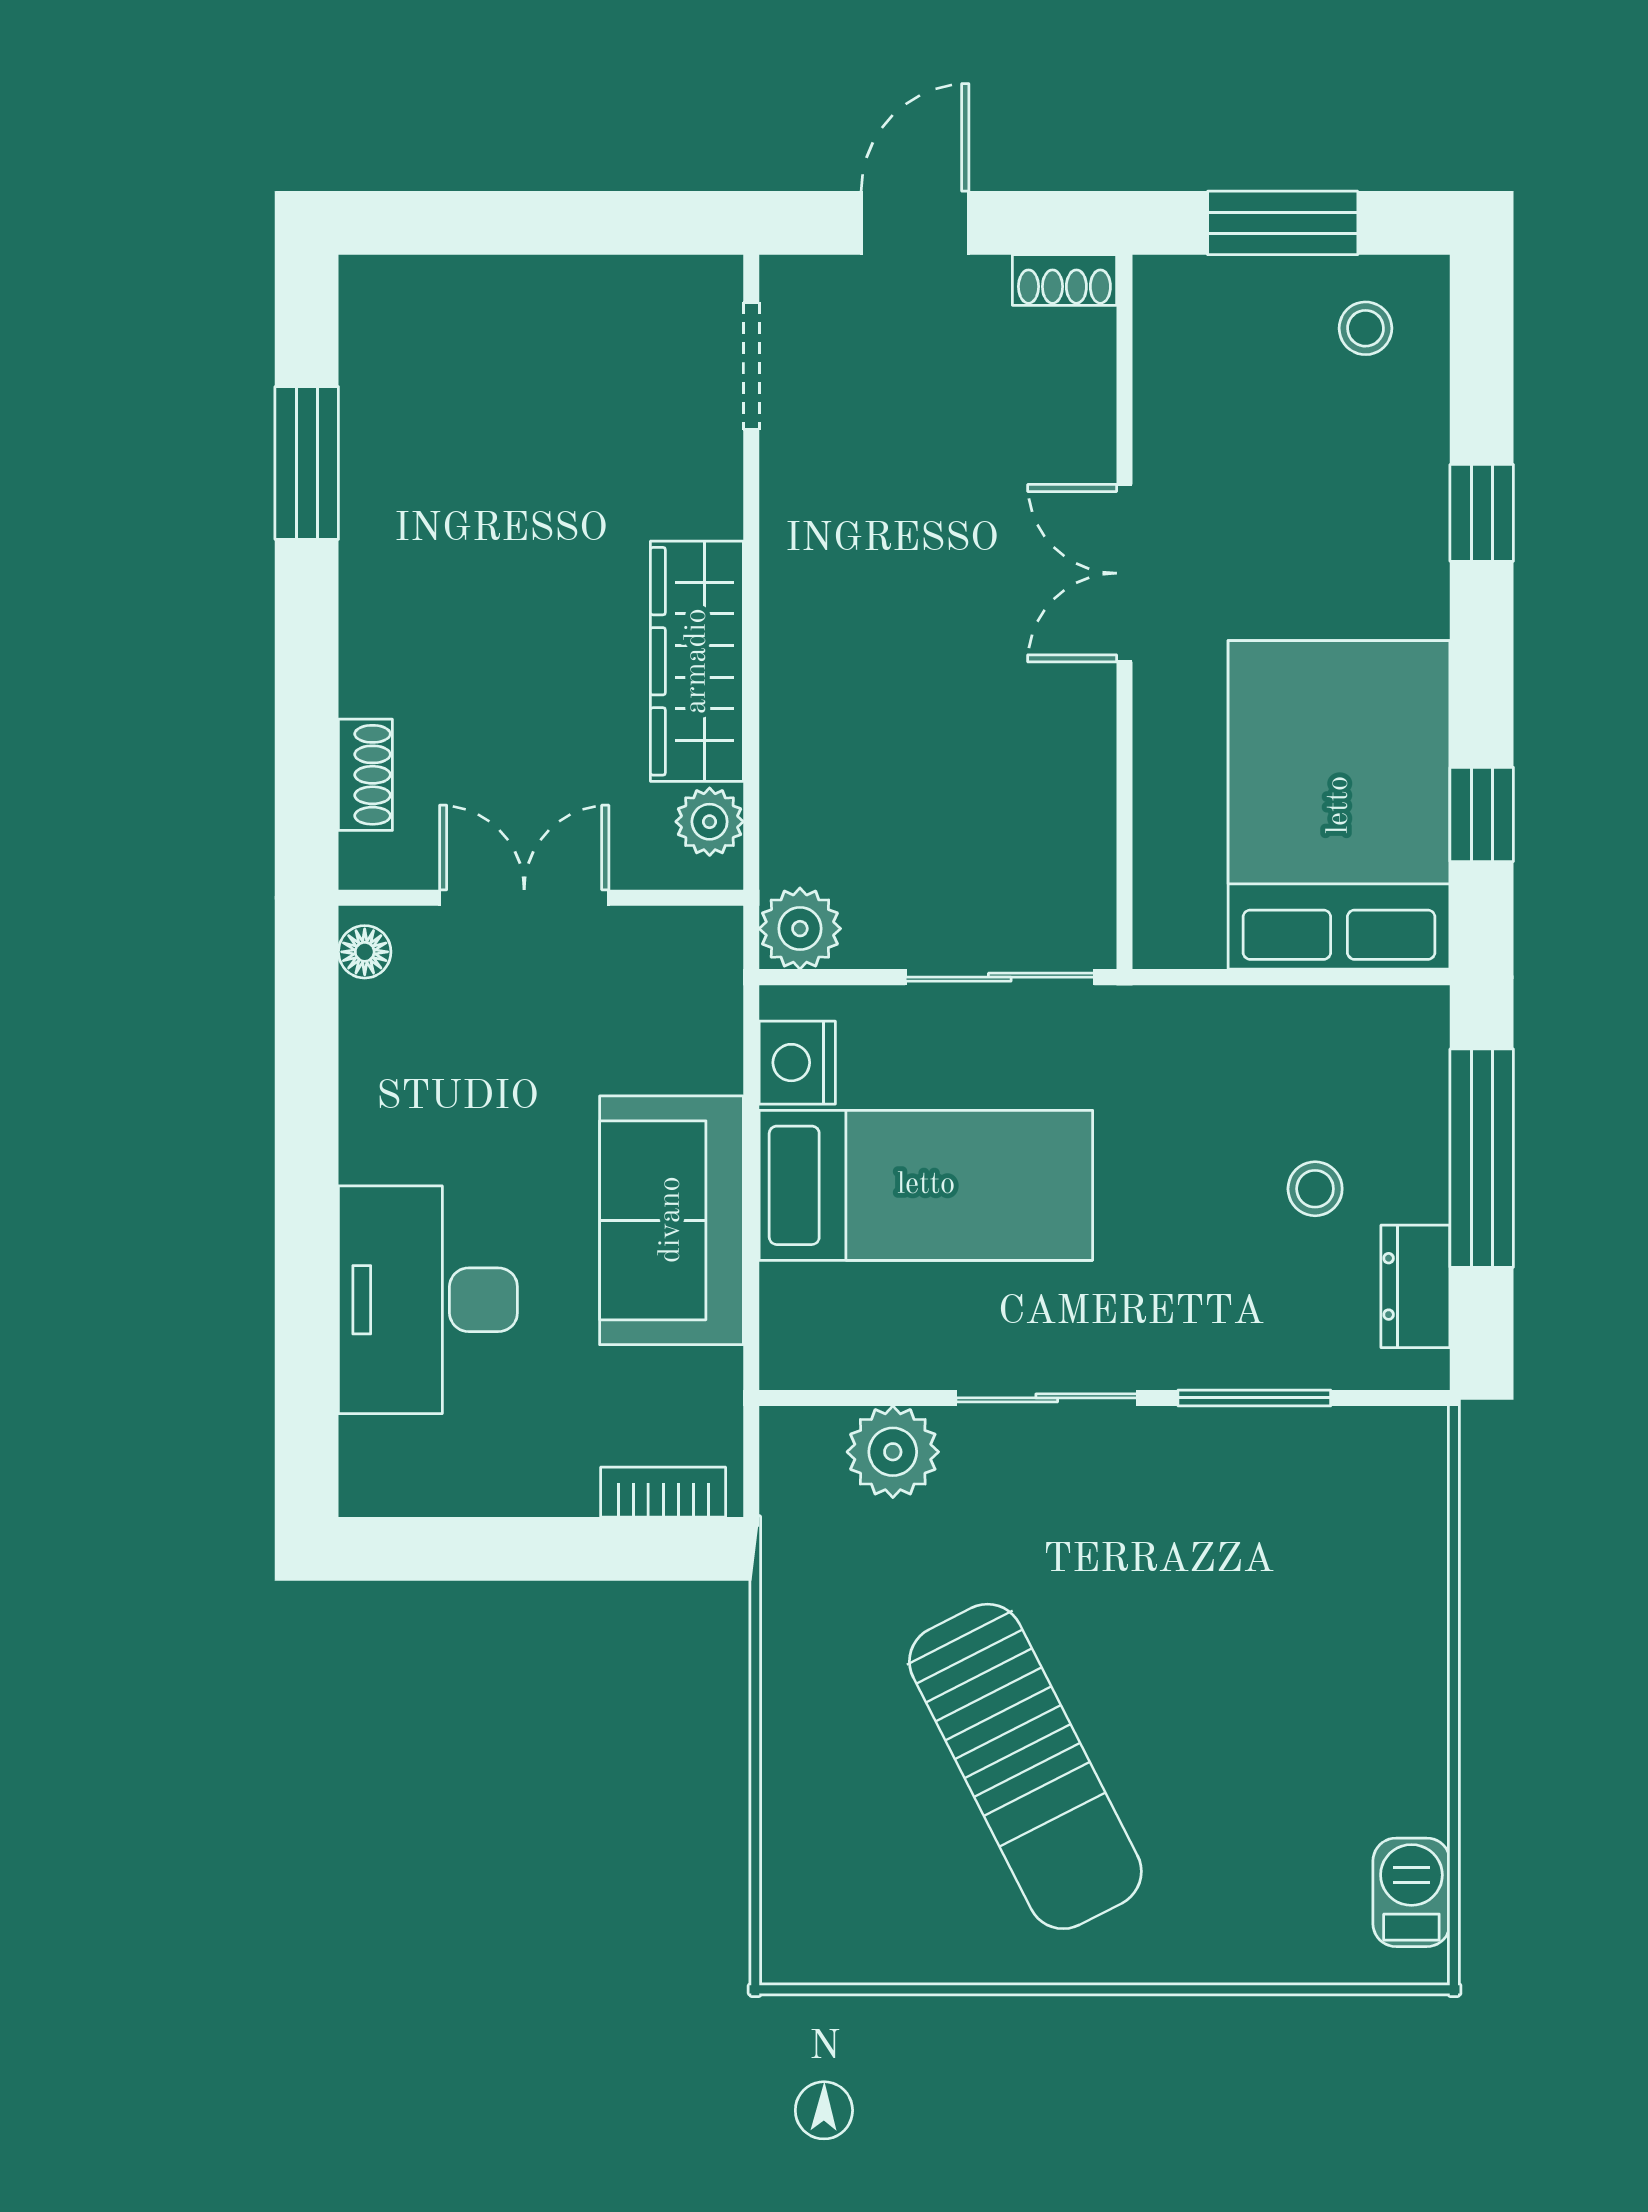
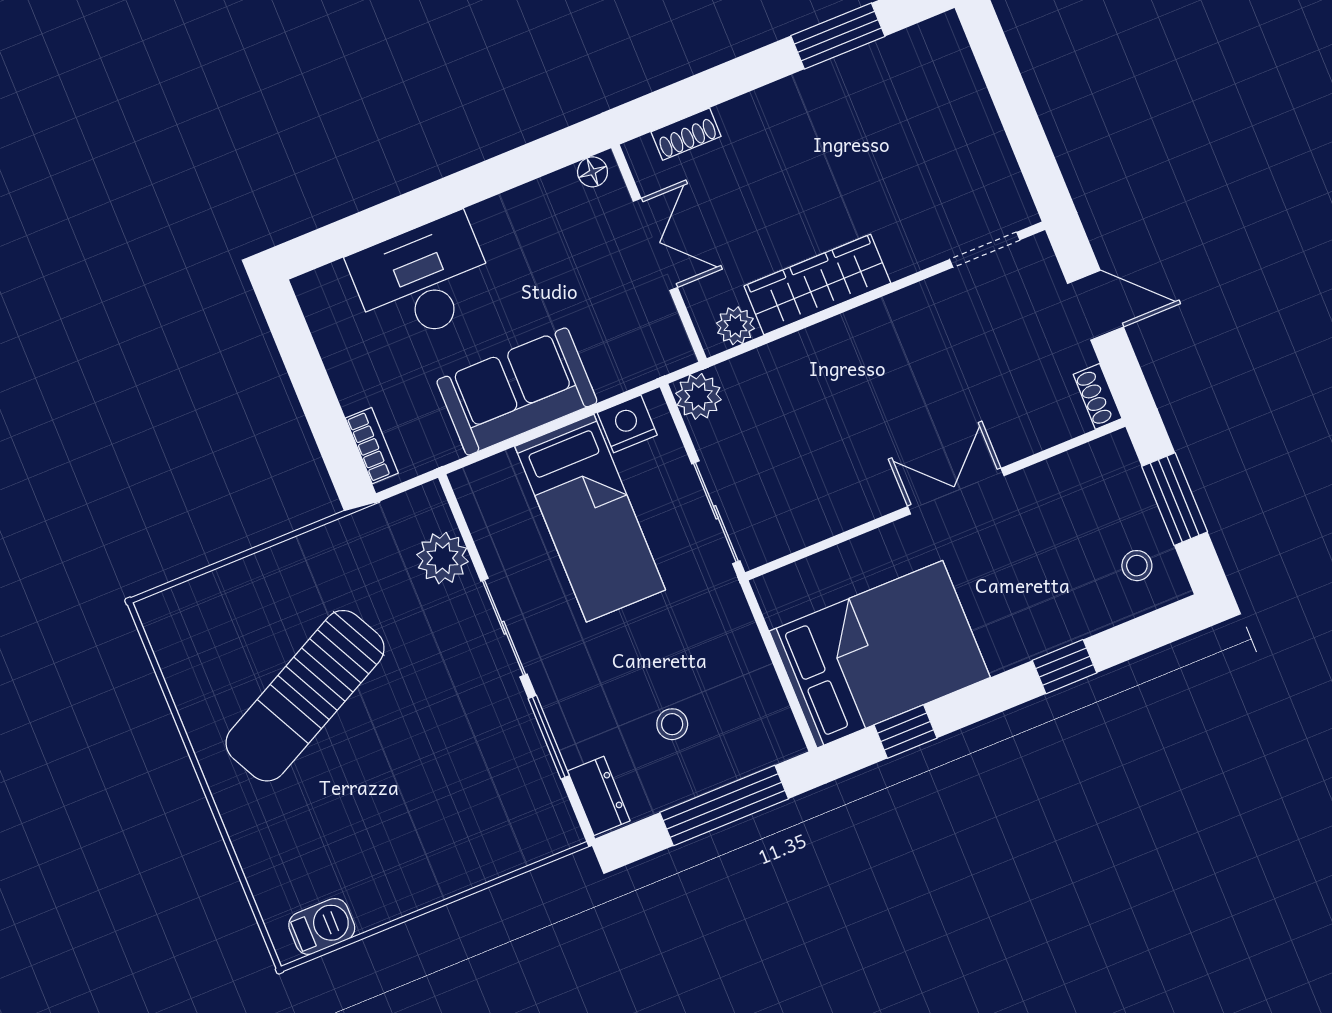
dresser: (1415, 1286) -> (599, 796), moved, turned 90

